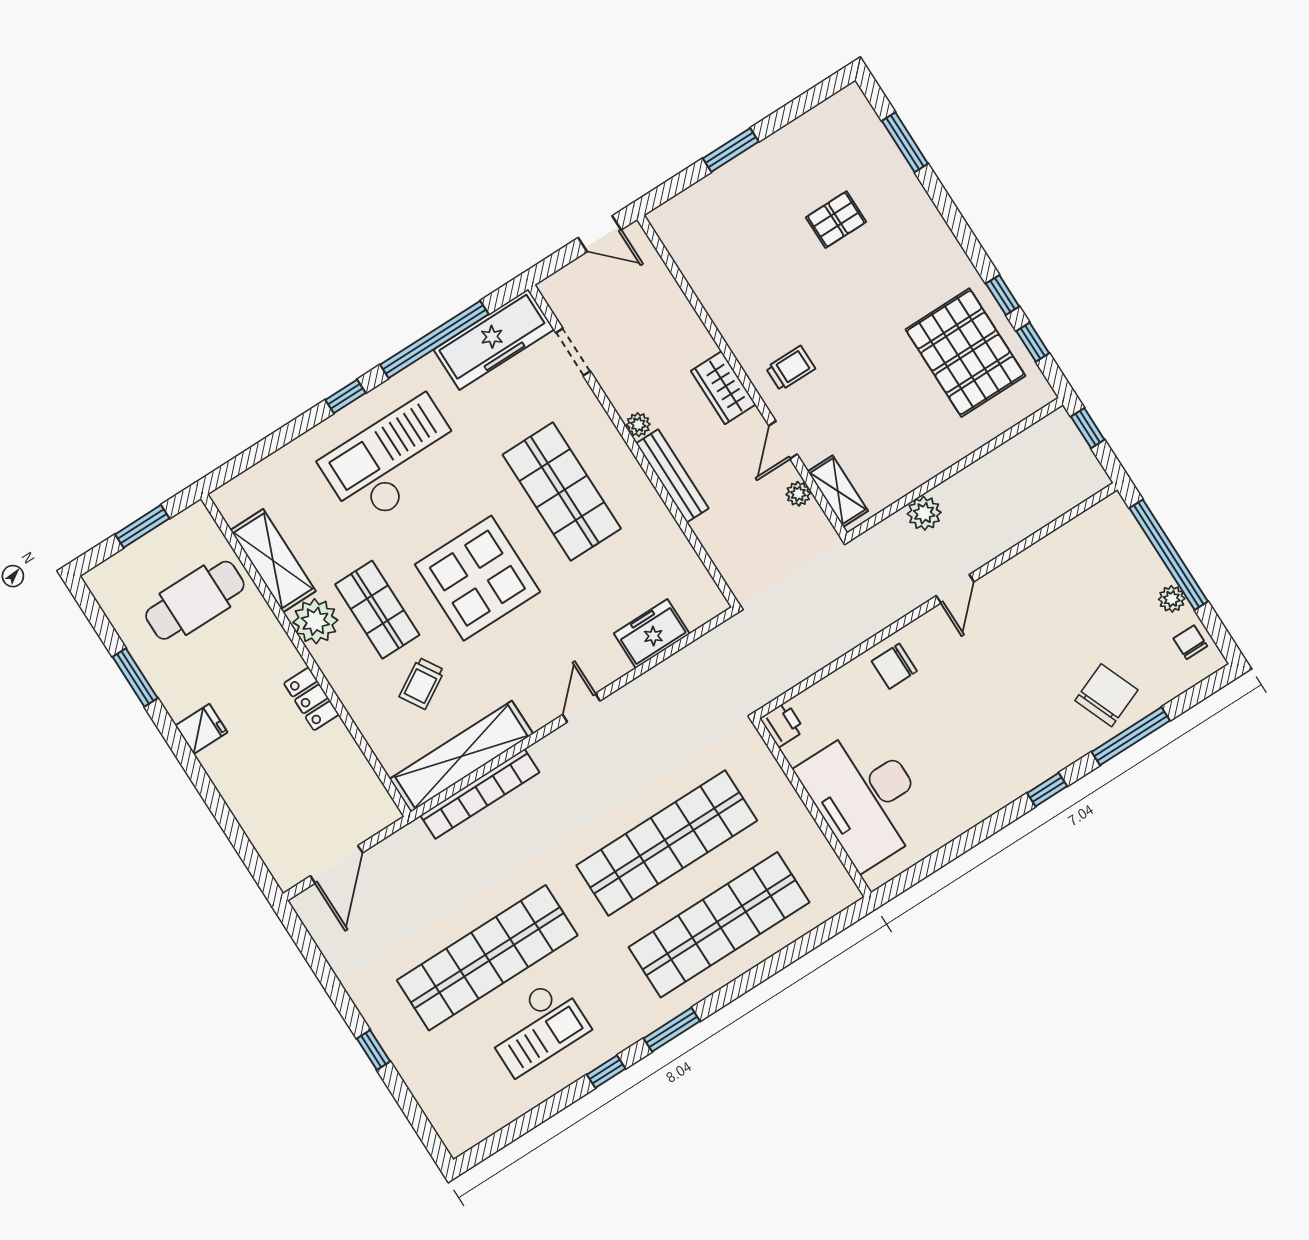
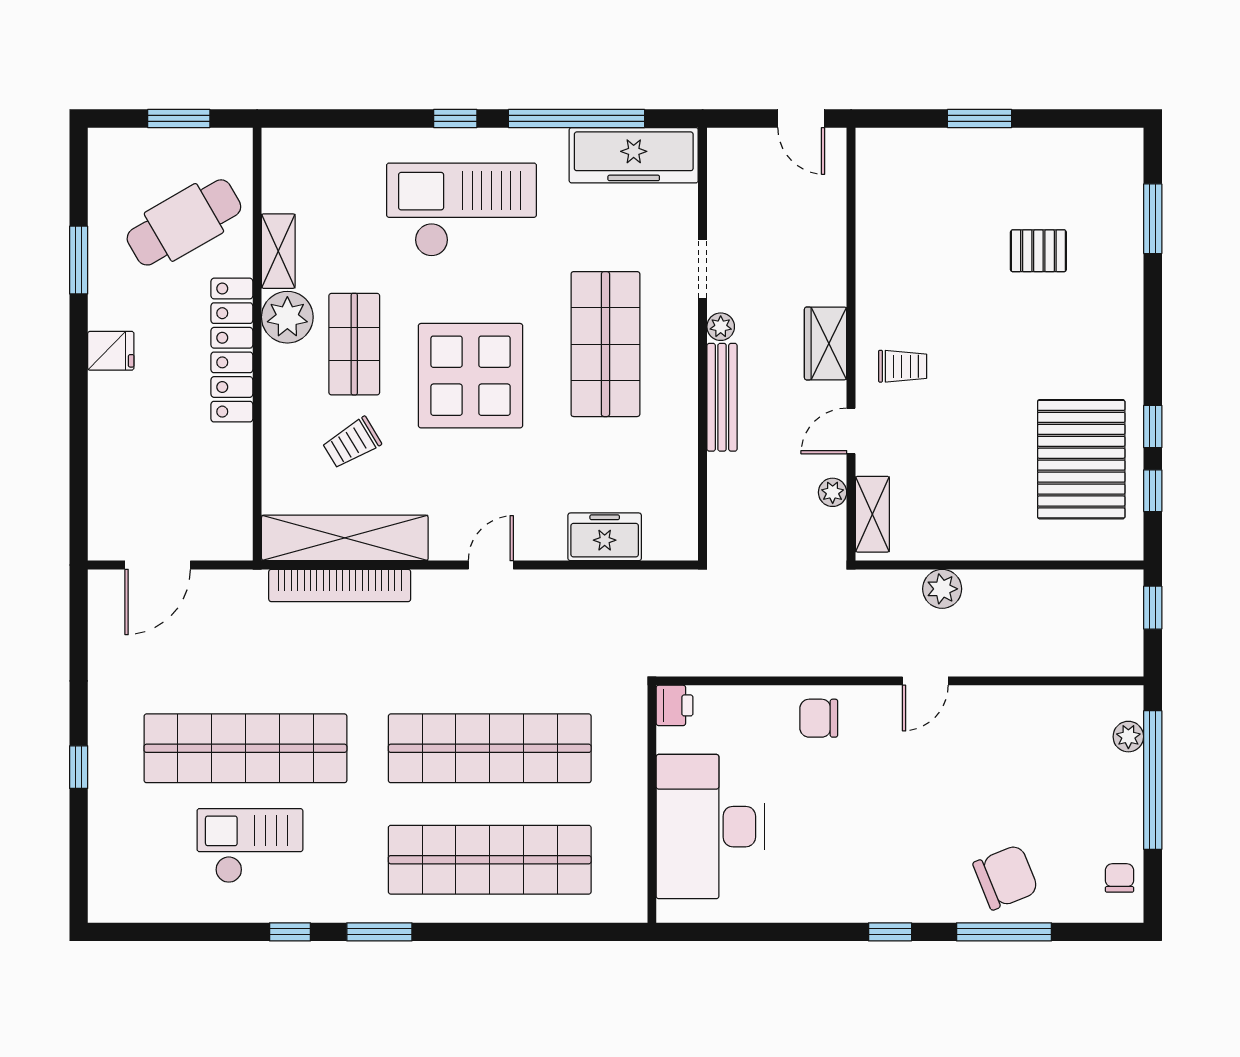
doorway: (573, 352) -> (703, 269), moved
shelving: (273, 561) -> (278, 251), width x0.67, depth x0.75
plant: (1172, 599) -> (1128, 737), moved
cafe table: (195, 600) -> (184, 222), turned -30
locker: (311, 699) -> (232, 350), width x2.16, depth x1.21
checkout: (536, 1027) -> (250, 846), turned 180

